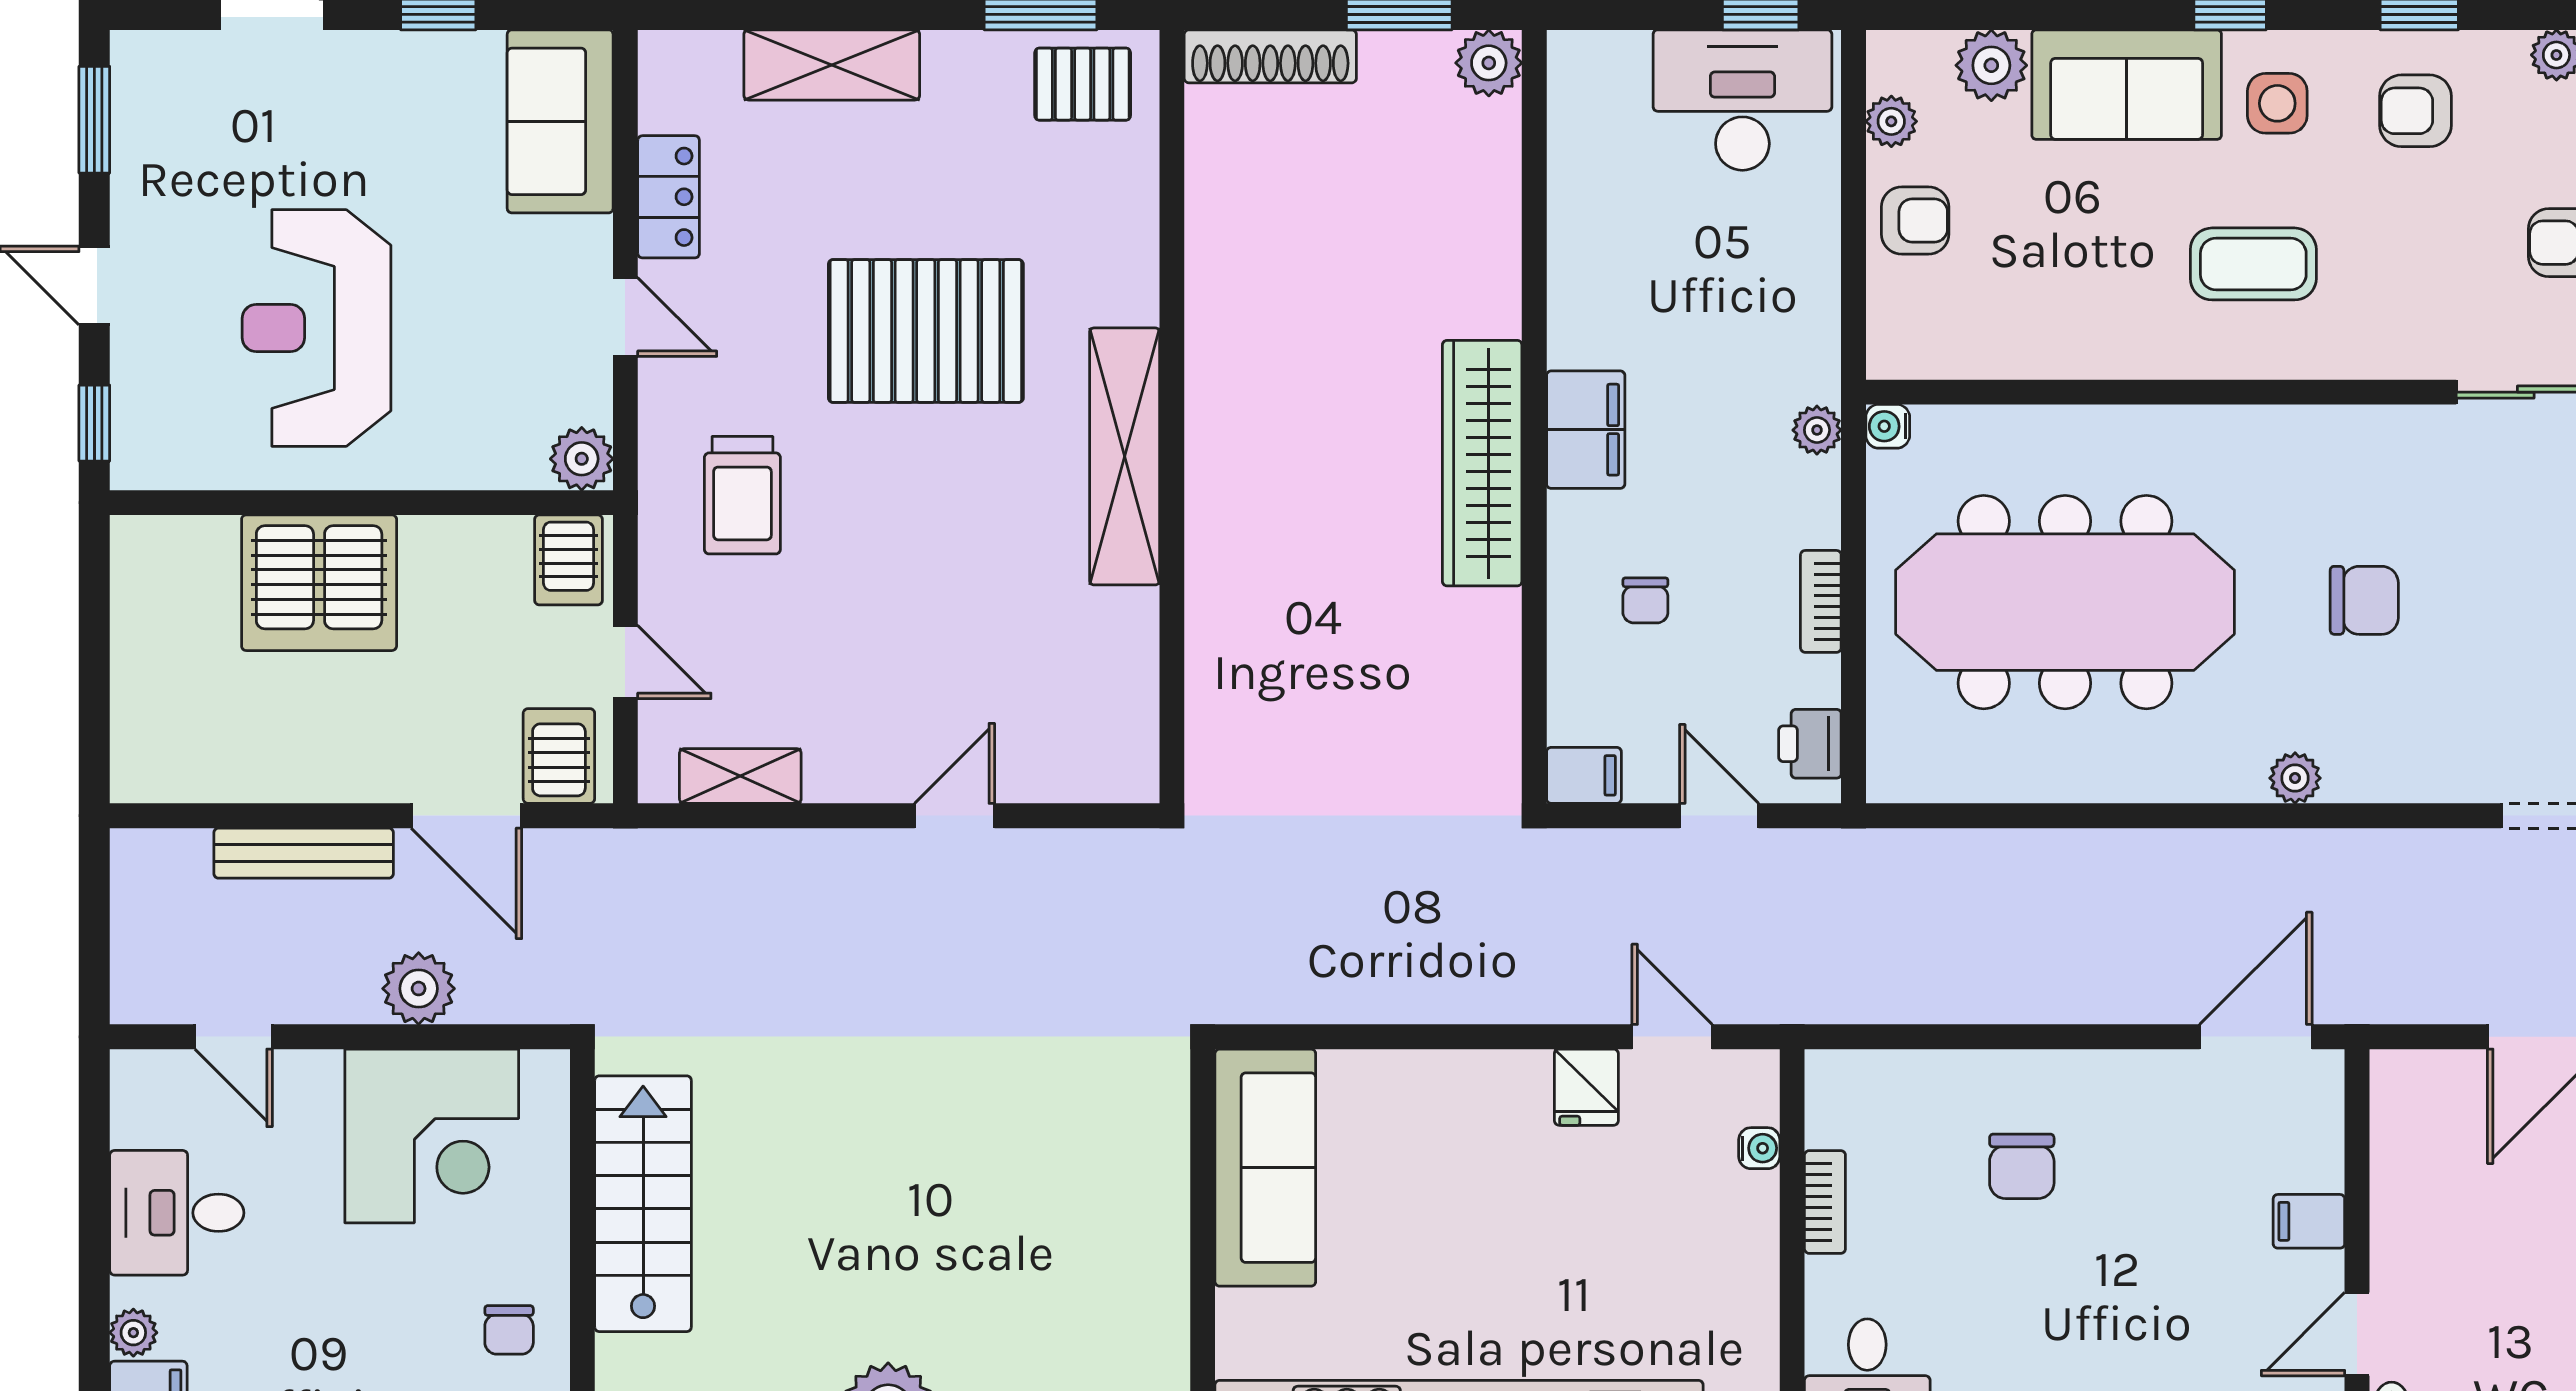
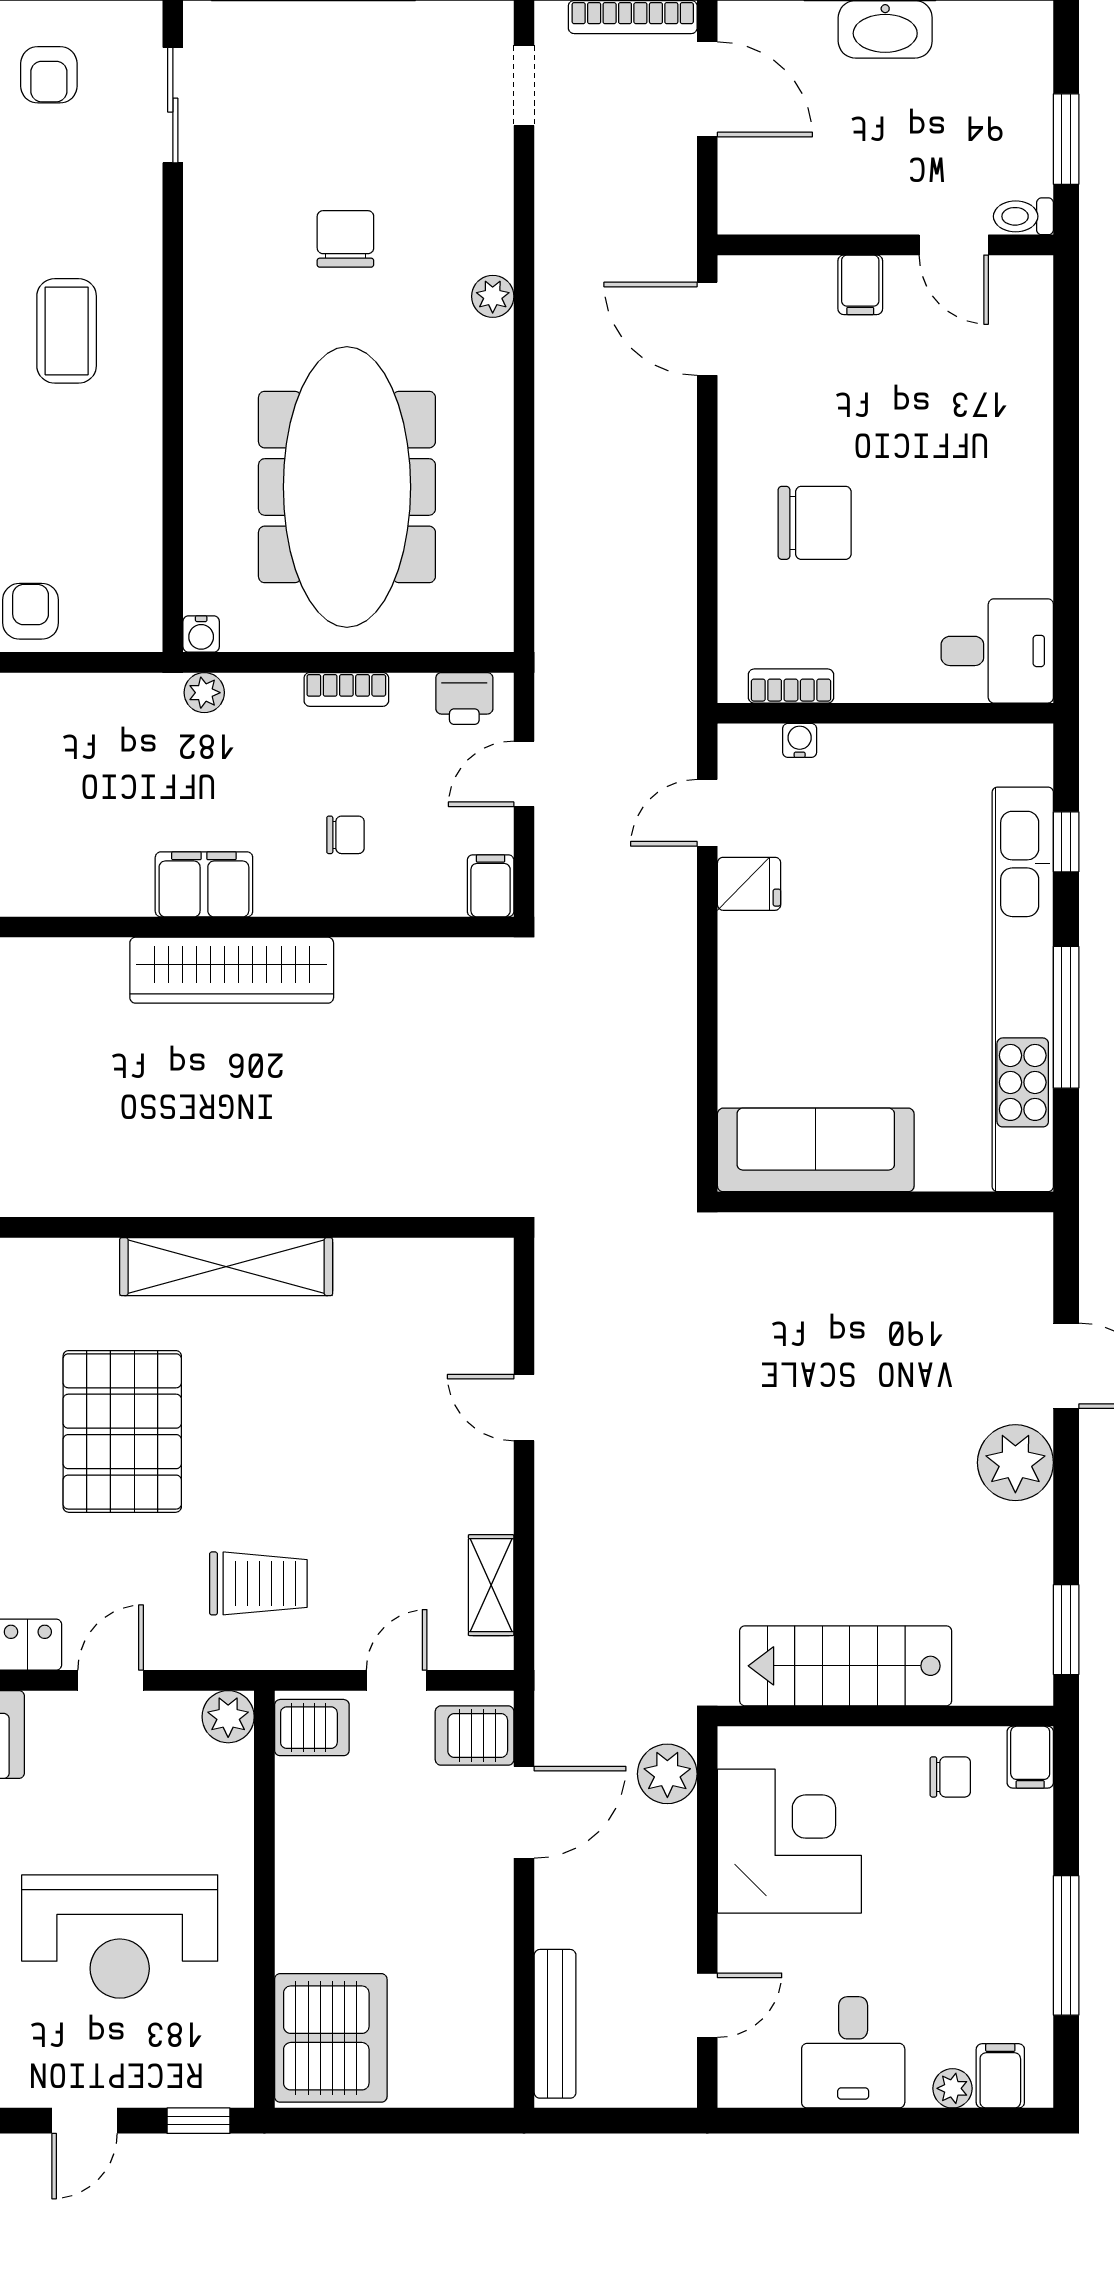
server rack: (319, 583) -> (331, 2038), moved
bench: (304, 853) -> (555, 2024), moved
plant: (419, 989) -> (667, 1774), moved
chair: (2022, 1166) -> (815, 523), width x1.37, depth x1.37
bookcase: (1825, 1202) -> (791, 686), moved

